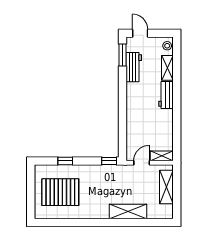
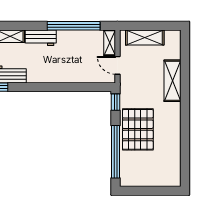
window: (177, 124) -> (74, 26), added
window: (65, 161) -> (115, 152), width x3.17
pallet: (60, 192) -> (138, 129), moved

